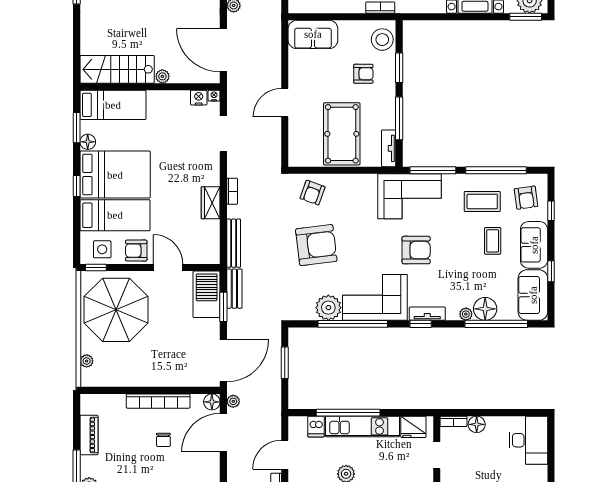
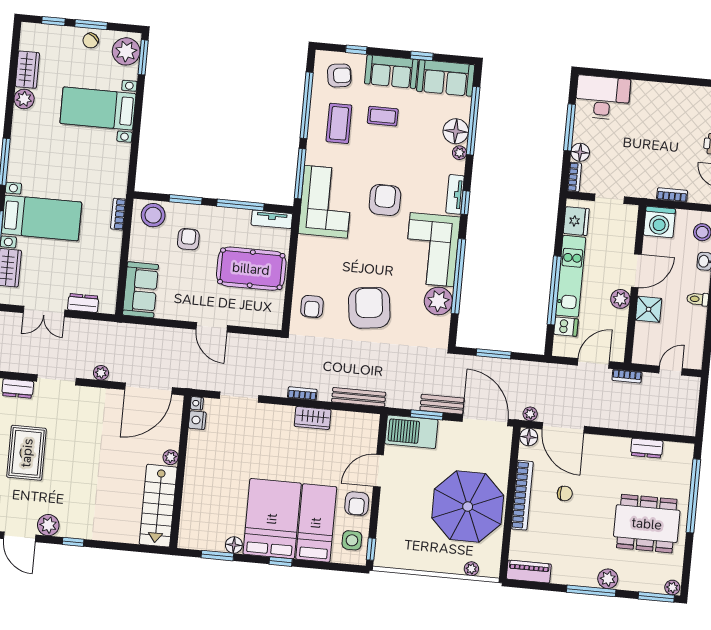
bed: (113, 105) -> (196, 514), removed
armchair: (312, 193) -> (312, 306), turned 70
bench: (234, 289) -> (442, 404), moved
parasol: (116, 310) -> (468, 507), moved
window: (498, 413) -> (570, 127), added
piano: (89, 435) -> (529, 572), moved
door: (285, 455) -> (593, 363), swing flipped

